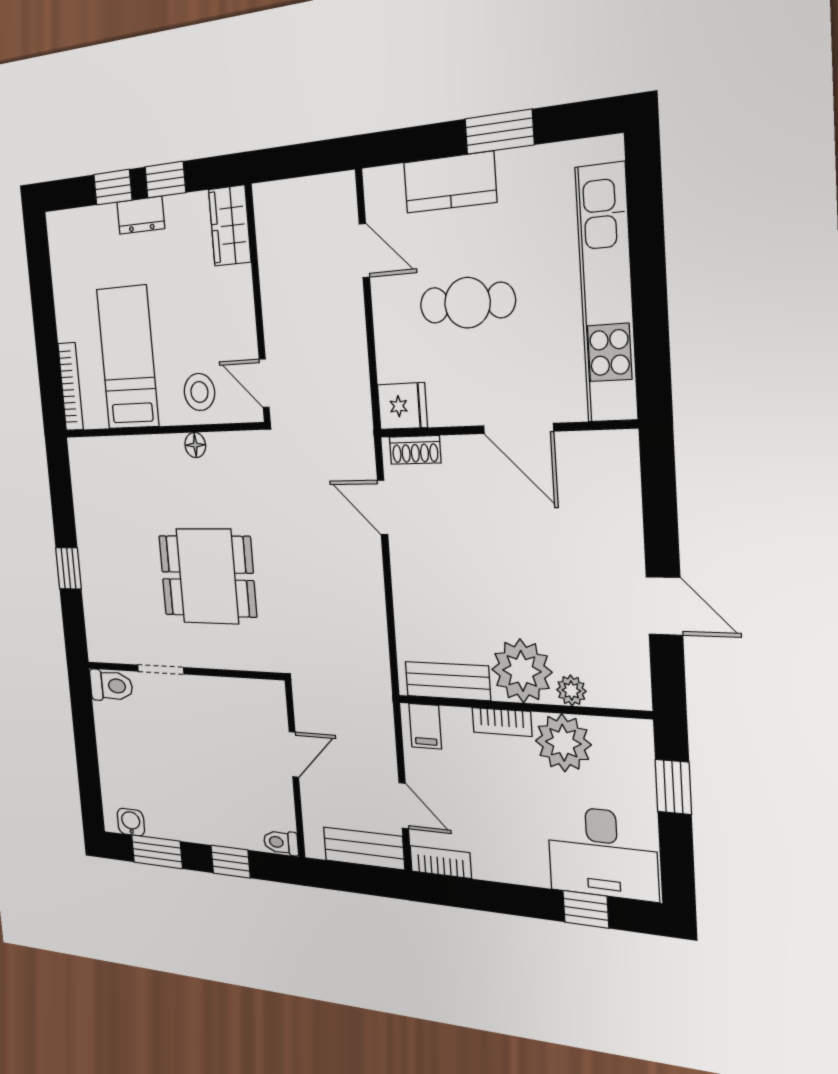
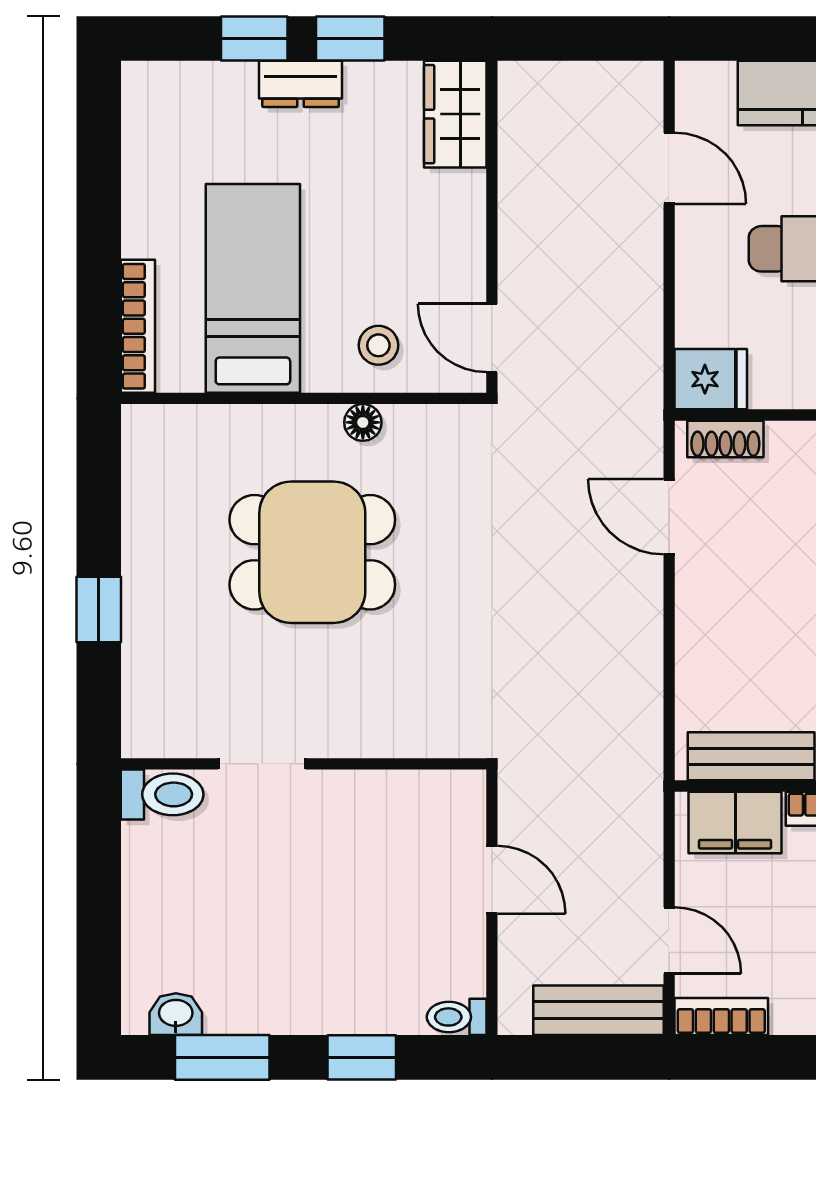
stool: (199, 392) -> (378, 345), width x0.73, depth x0.73
dining table: (207, 576) -> (312, 552), moved
filing cabinet: (425, 726) -> (735, 823), width x2.00
door: (294, 754) -> (492, 880), hinge flipped

